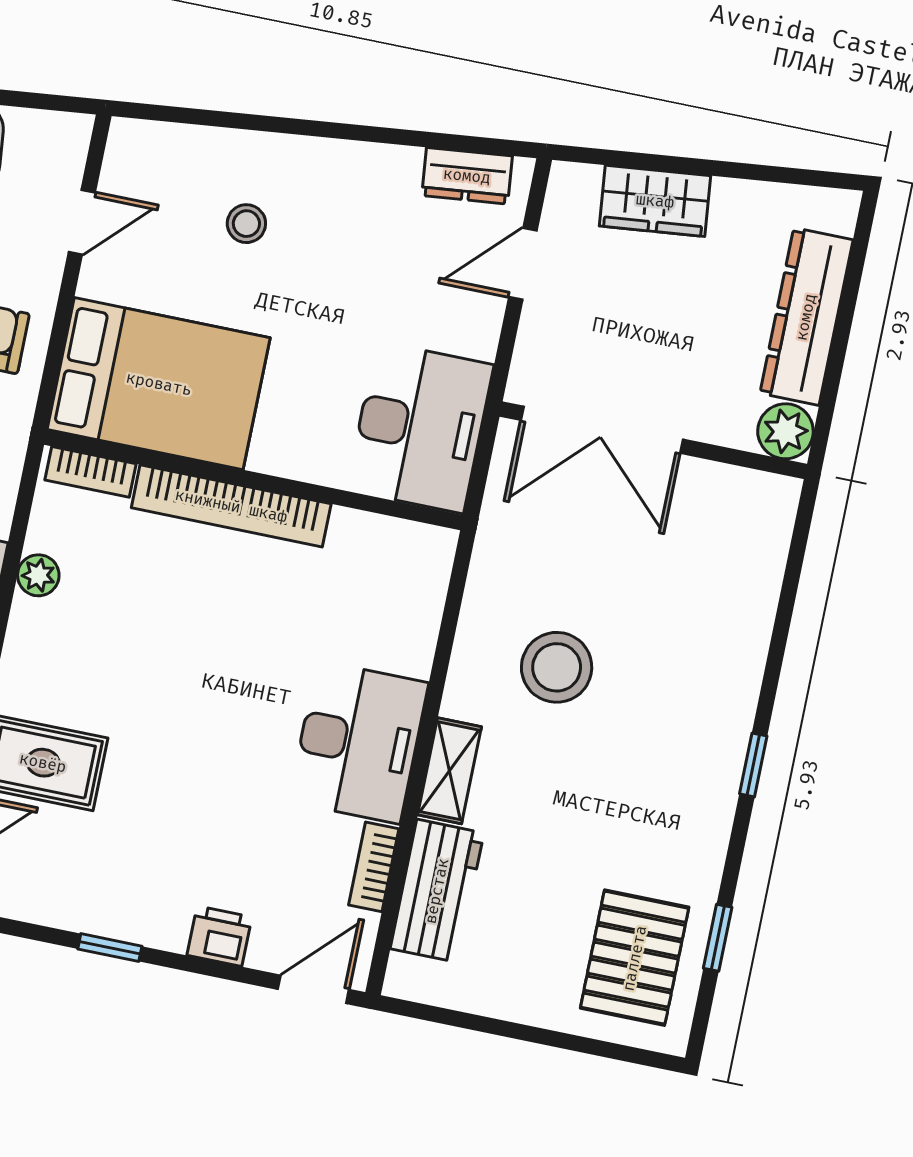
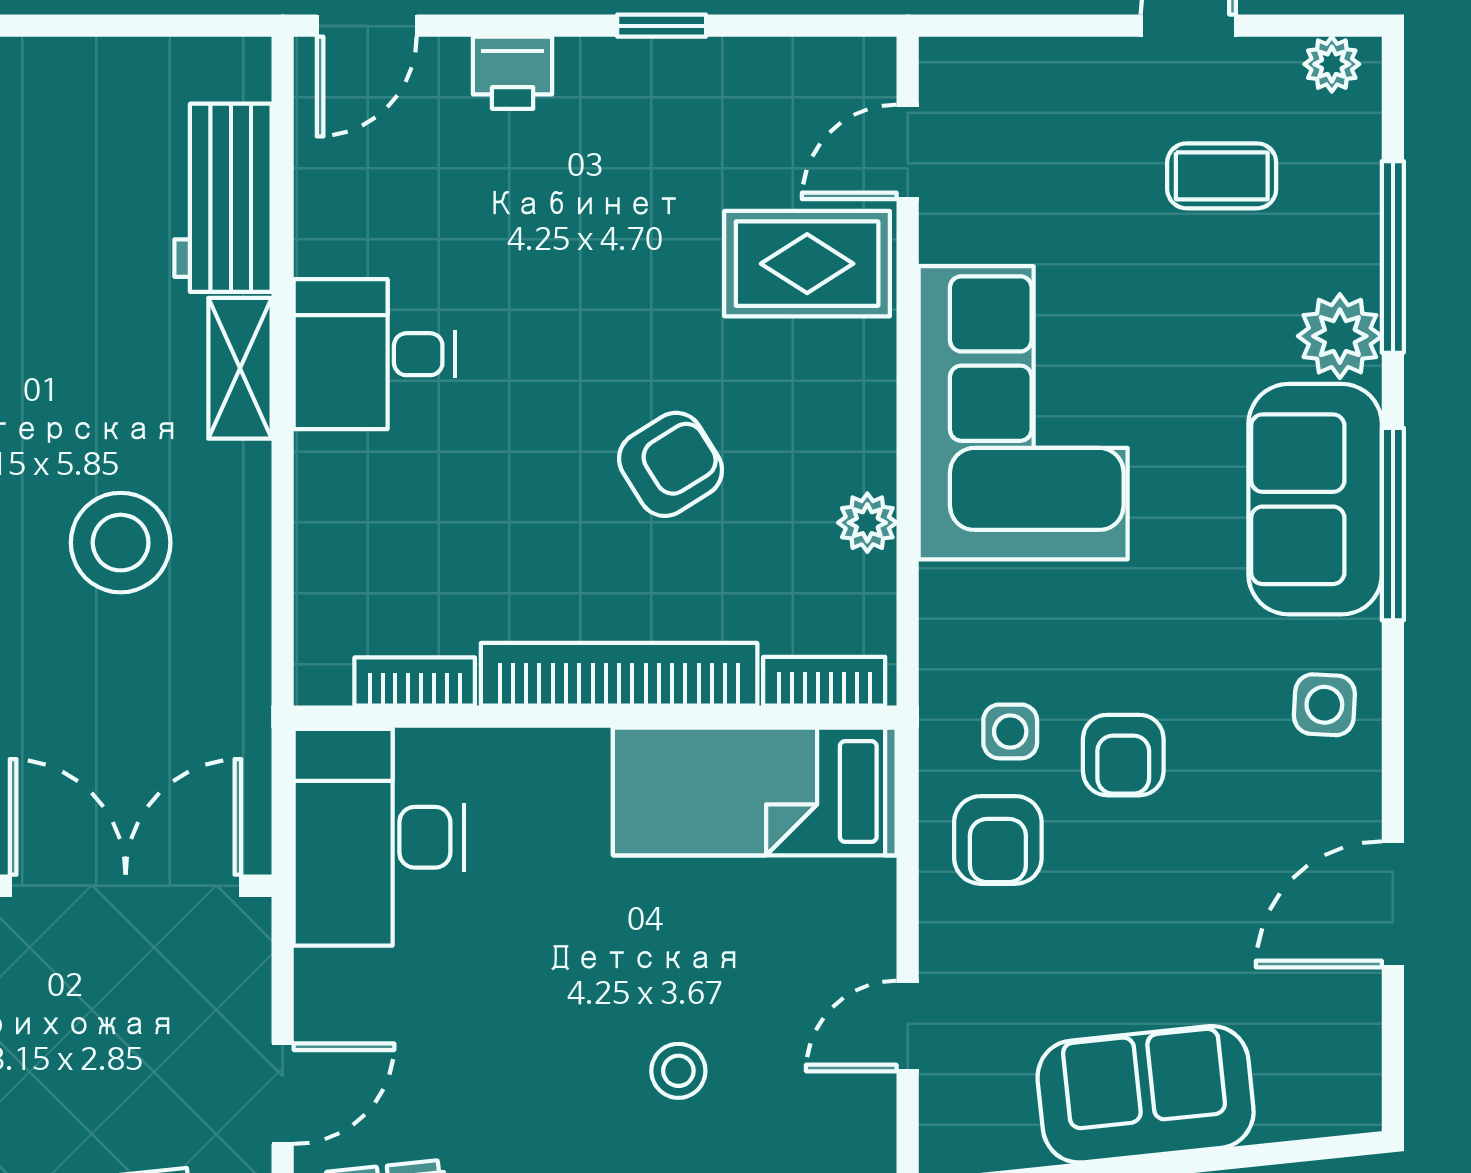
bed: (159, 384) -> (755, 791), width x0.67
armchair: (166, 643) -> (671, 464), added
desk: (359, 742) -> (375, 354), width x0.73
bookcase: (374, 867) -> (415, 682), moved, turned -90

